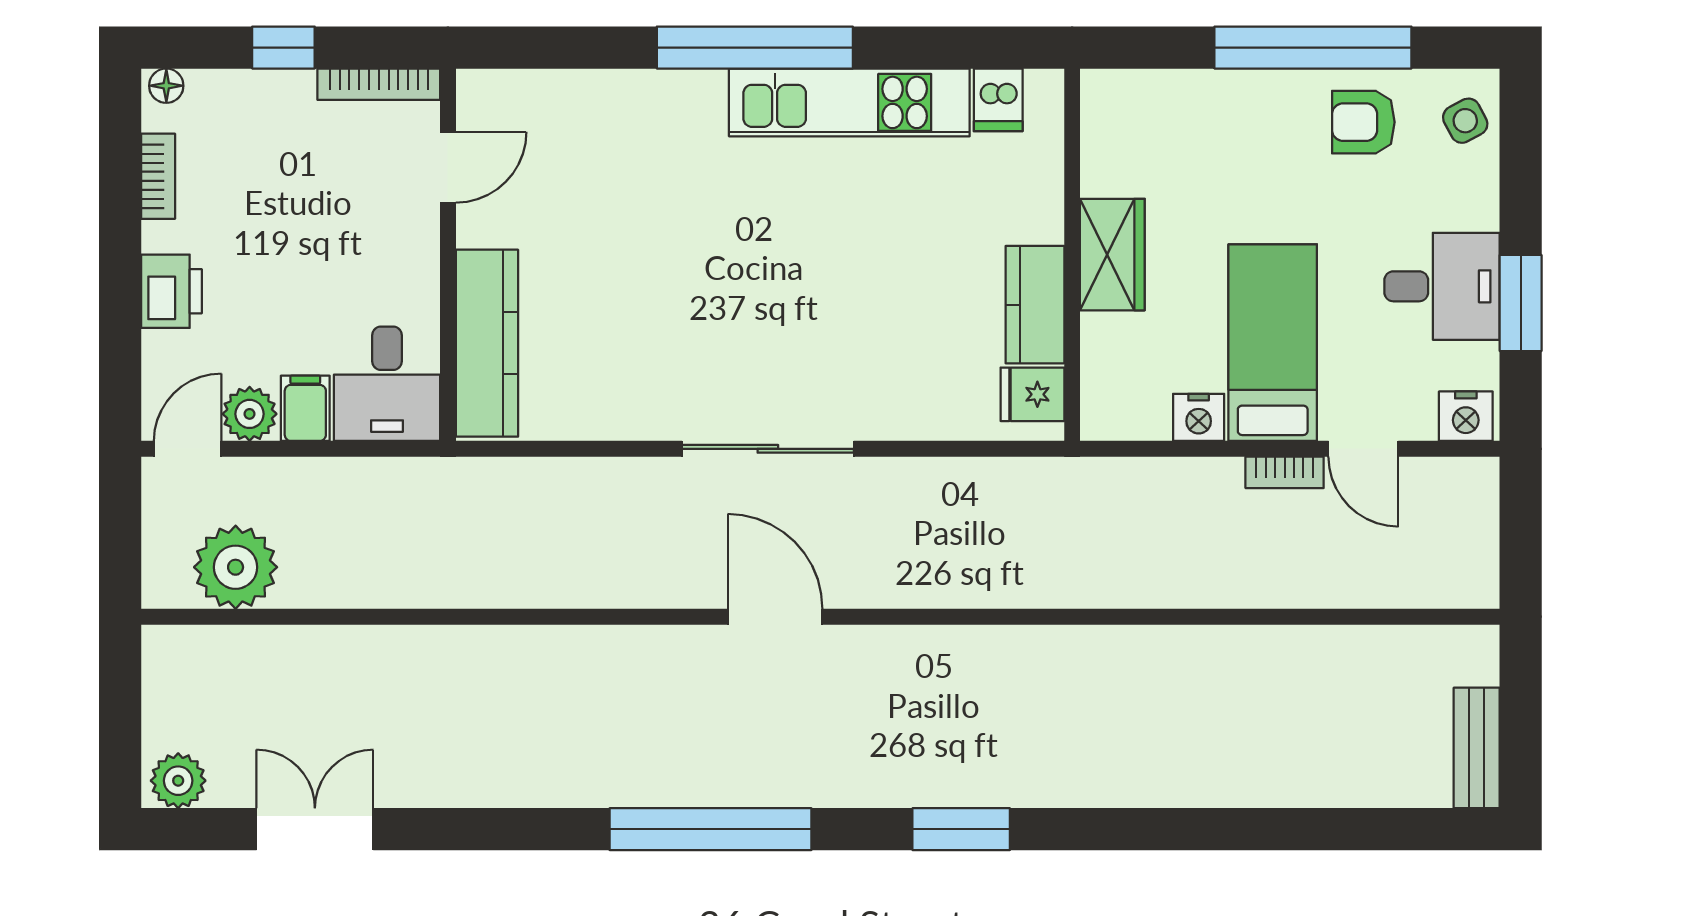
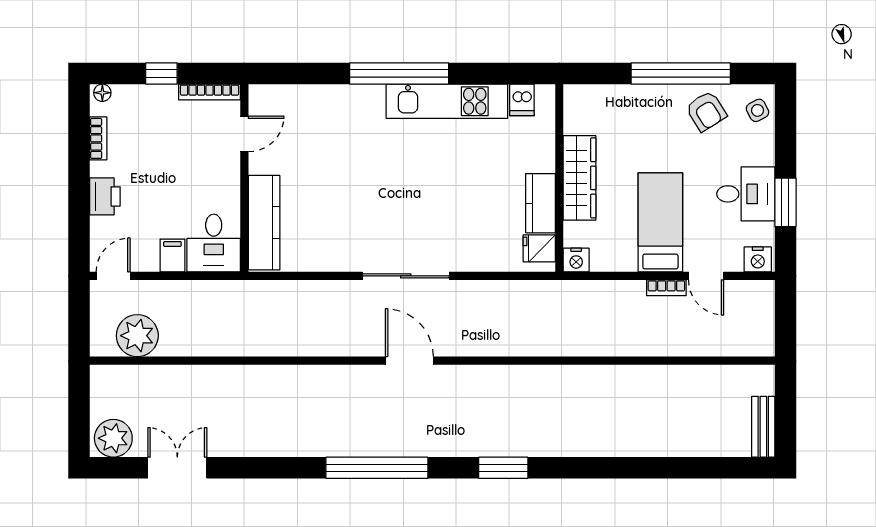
armchair: (1363, 122) -> (706, 111), turned -122
wardrobe: (1112, 255) -> (580, 178), width x1.50
plant: (250, 414) -> (144, 258), removed
nightstand: (1199, 417) -> (576, 260), moved
plant: (178, 781) -> (113, 438), width x1.36, depth x1.36

